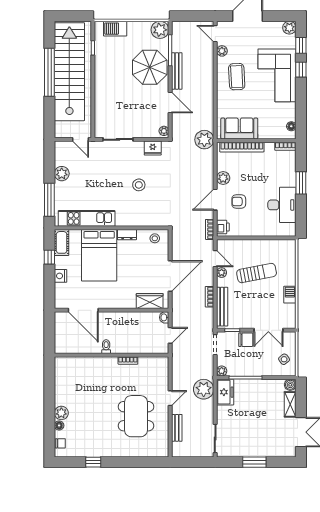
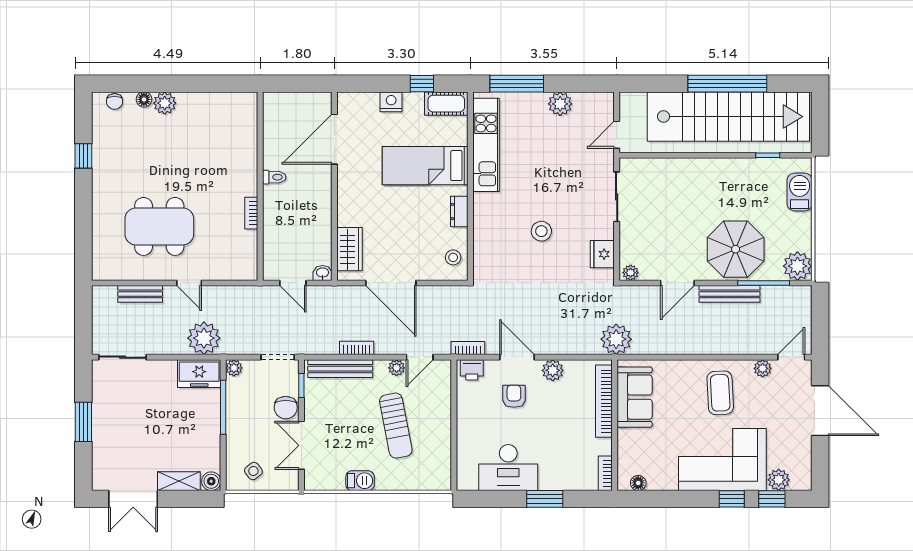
plant: (289, 28) -> (779, 480), moved
coffee table: (237, 77) -> (720, 393), turned 90
bed: (99, 255) -> (425, 166), width x0.67

